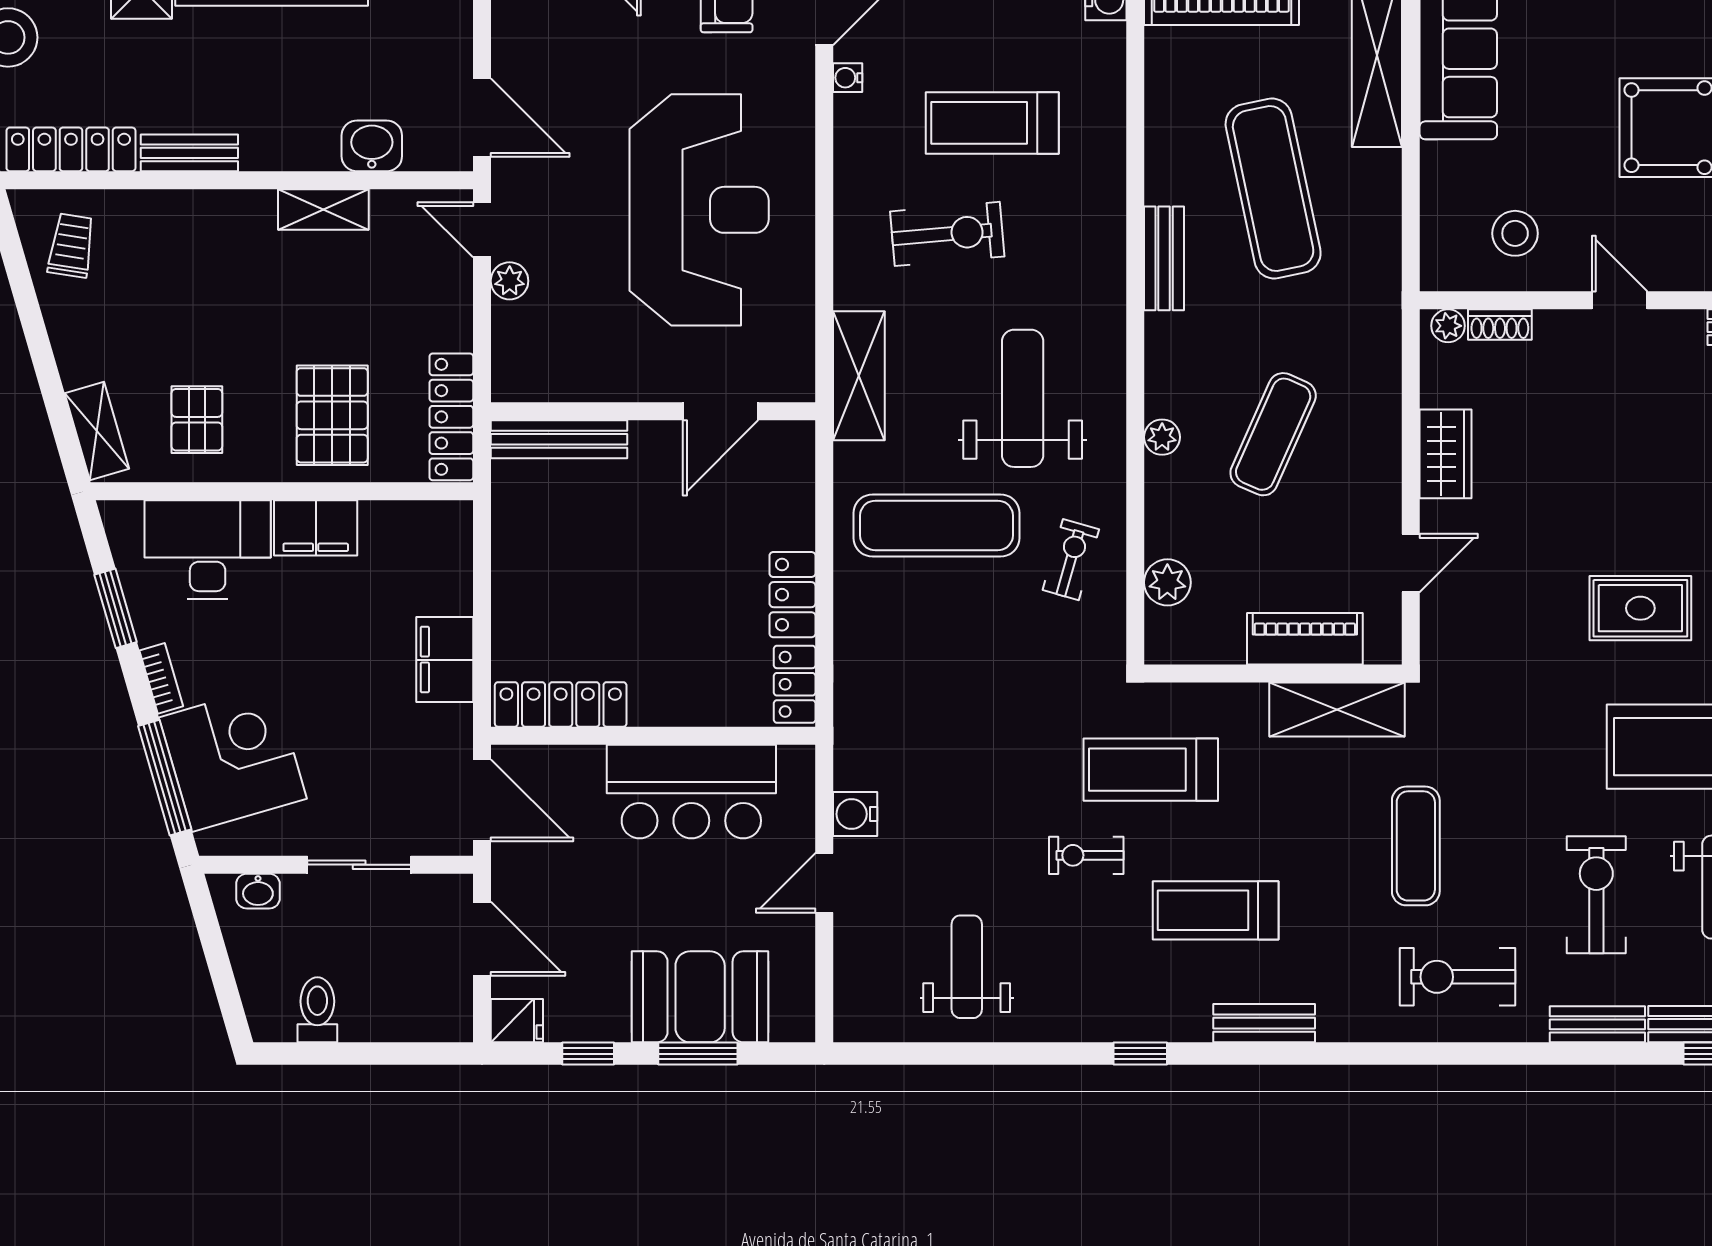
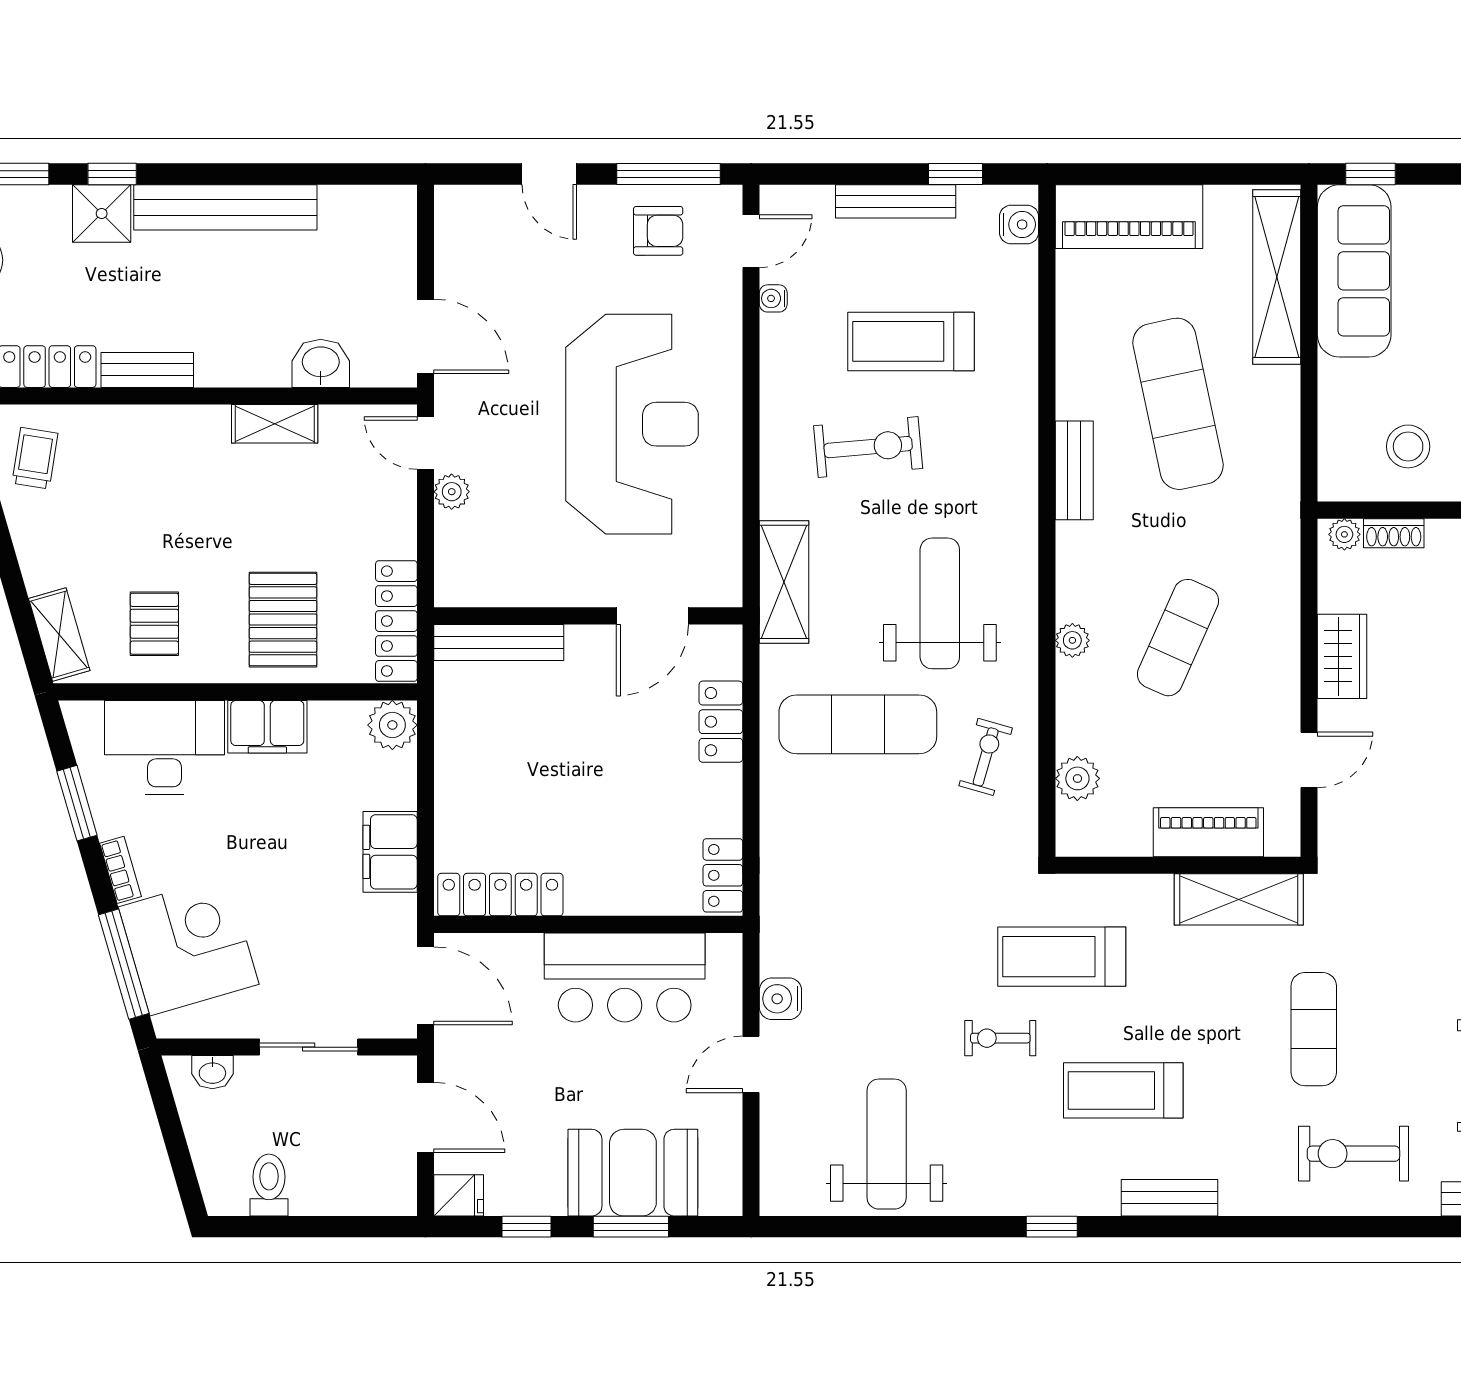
plant: (447, 526) -> (392, 725), added
locker: (792, 595) -> (721, 722), moved
weight bench: (967, 967) -> (887, 1144), width x1.36, depth x1.33

